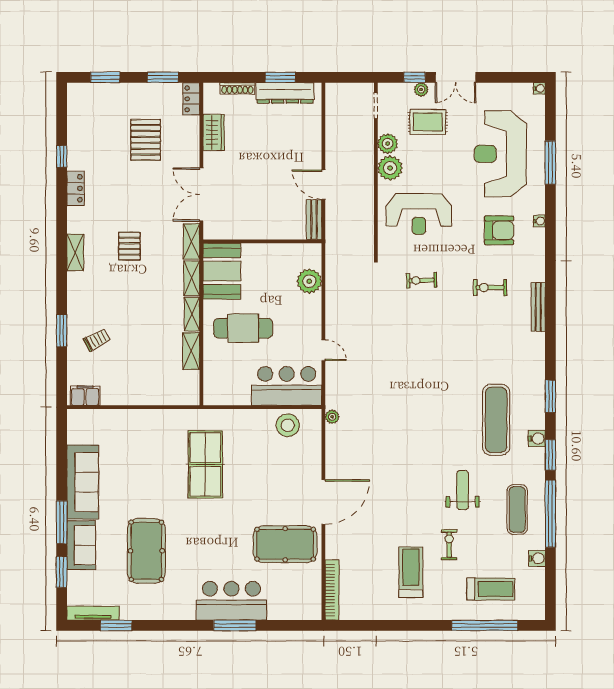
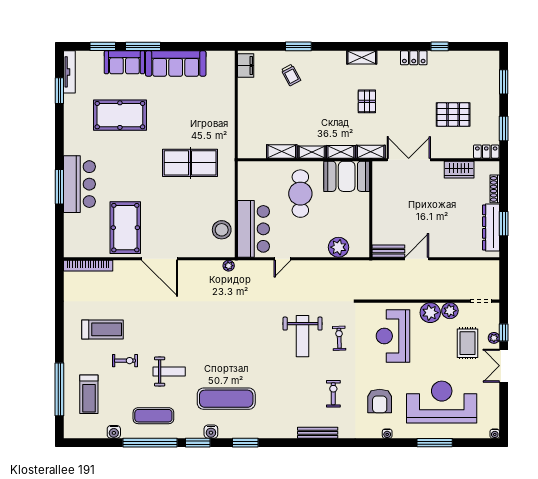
pallet: (129, 246) -> (367, 101), turned 90
weight bench: (419, 326) -> (303, 336), added

